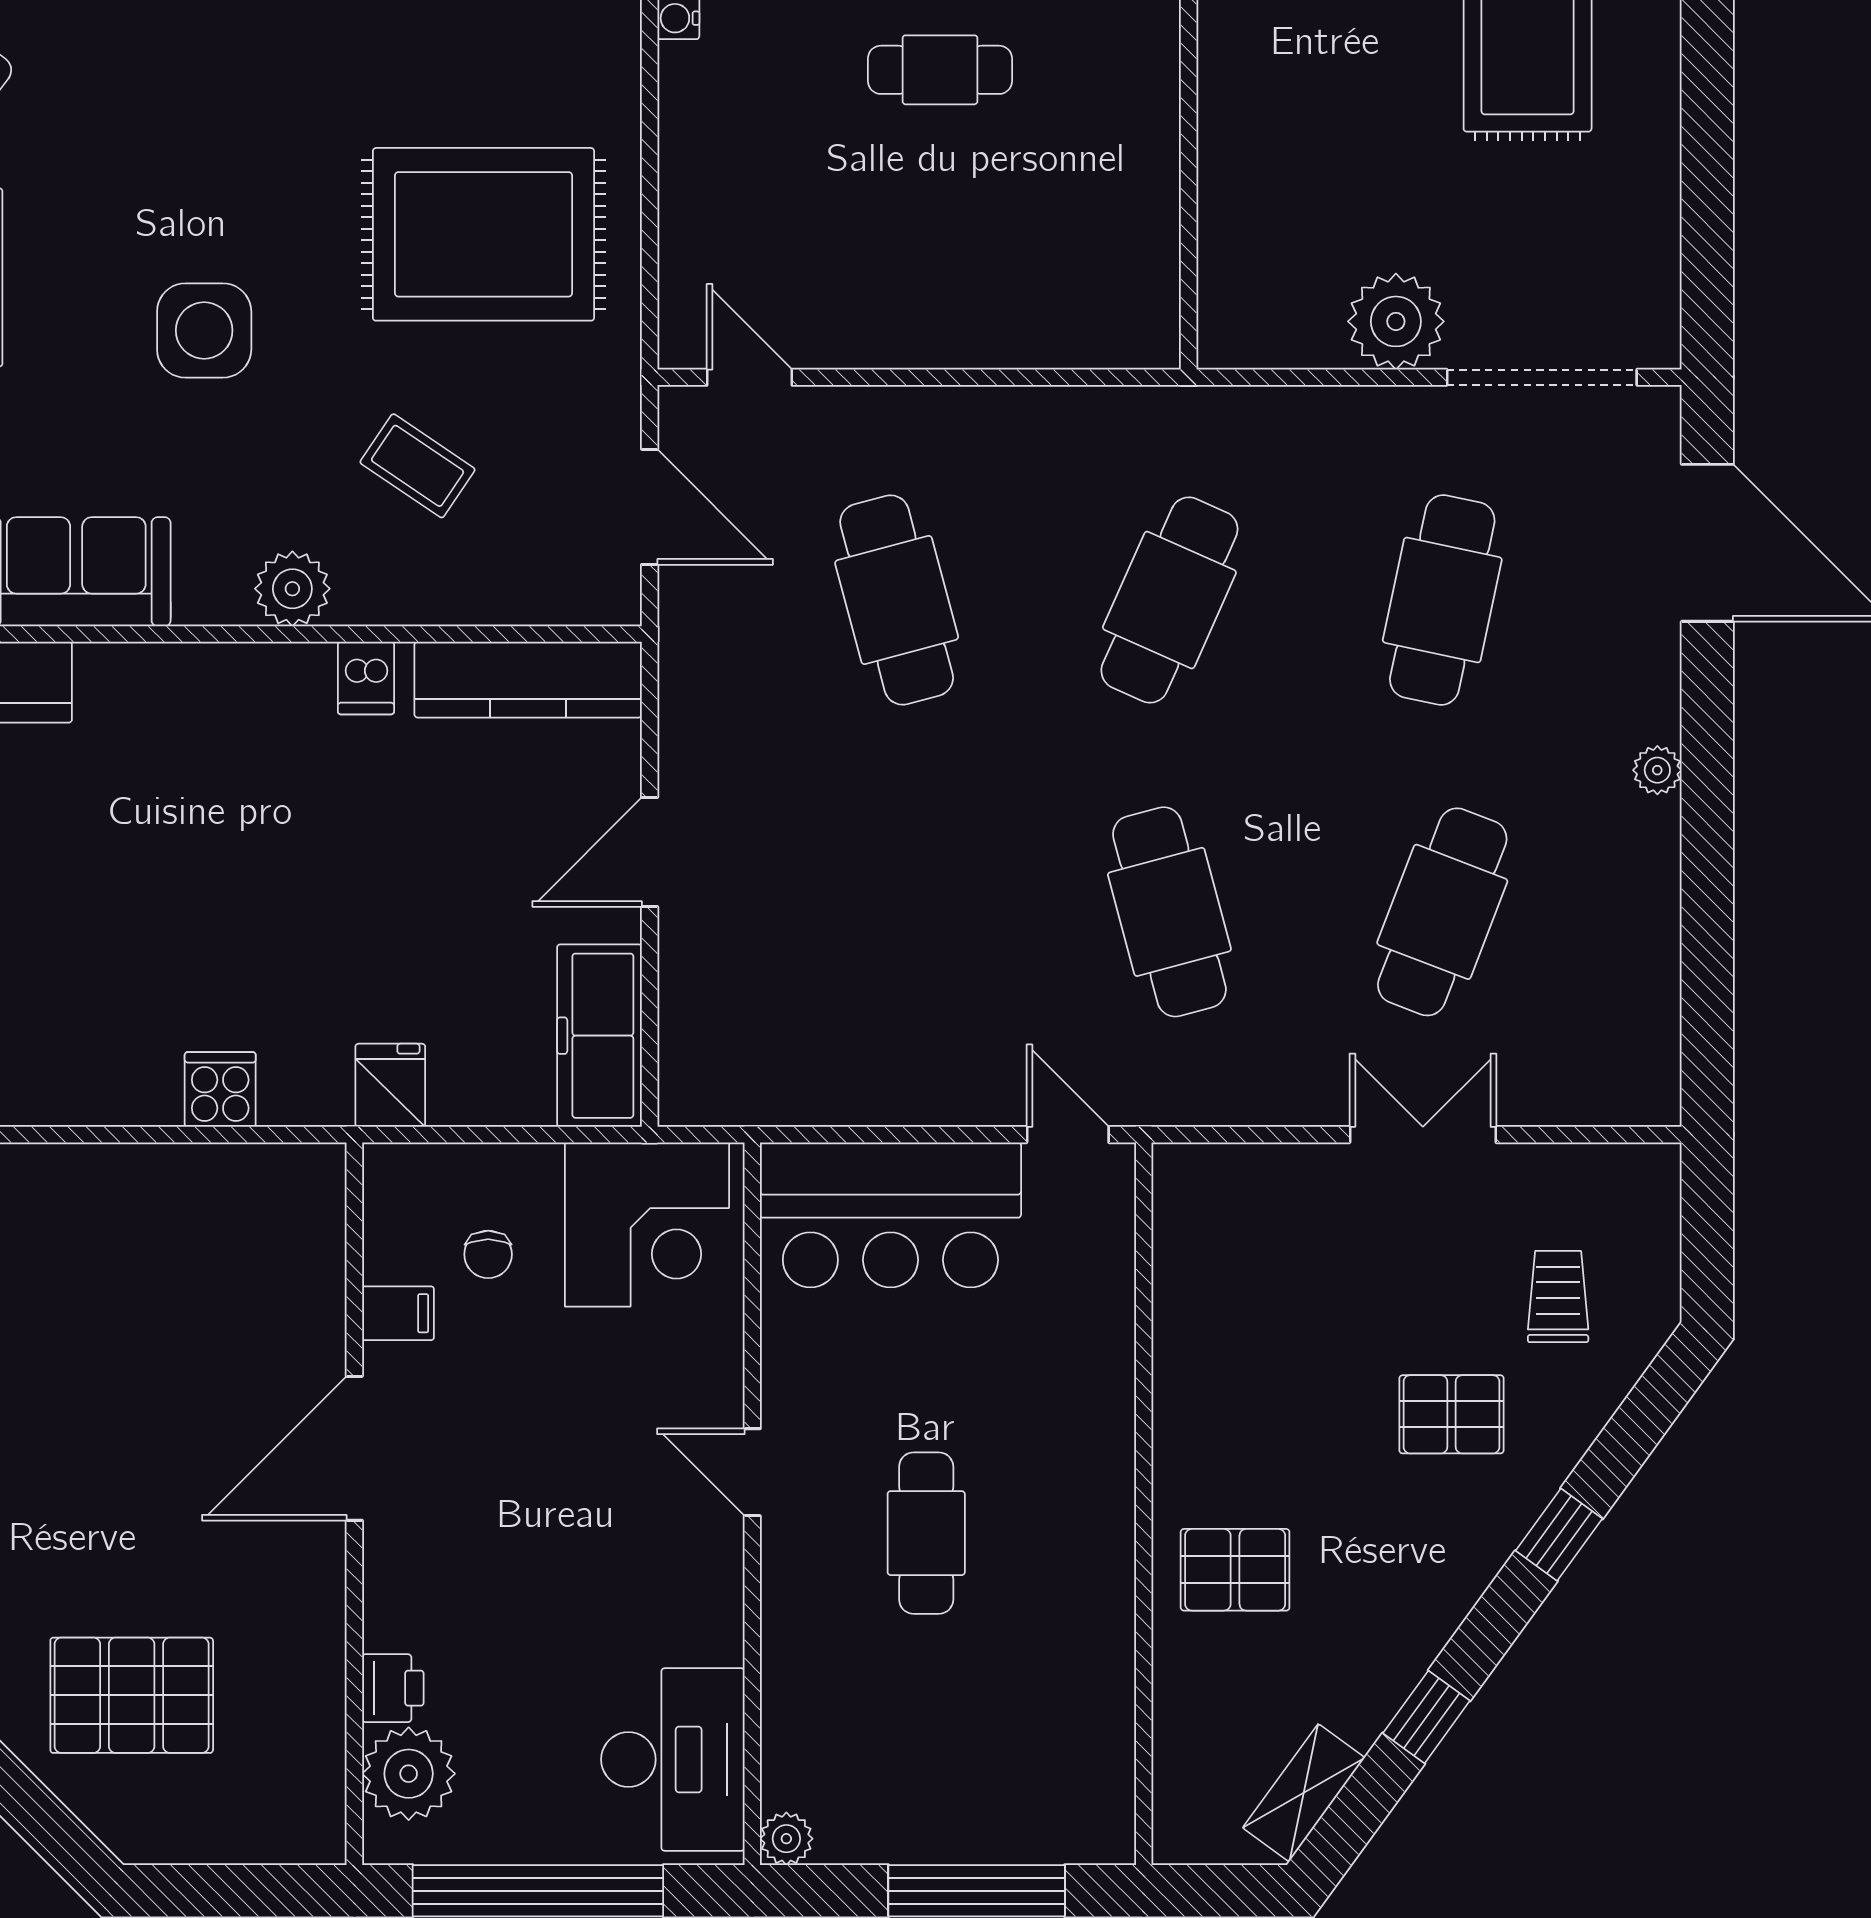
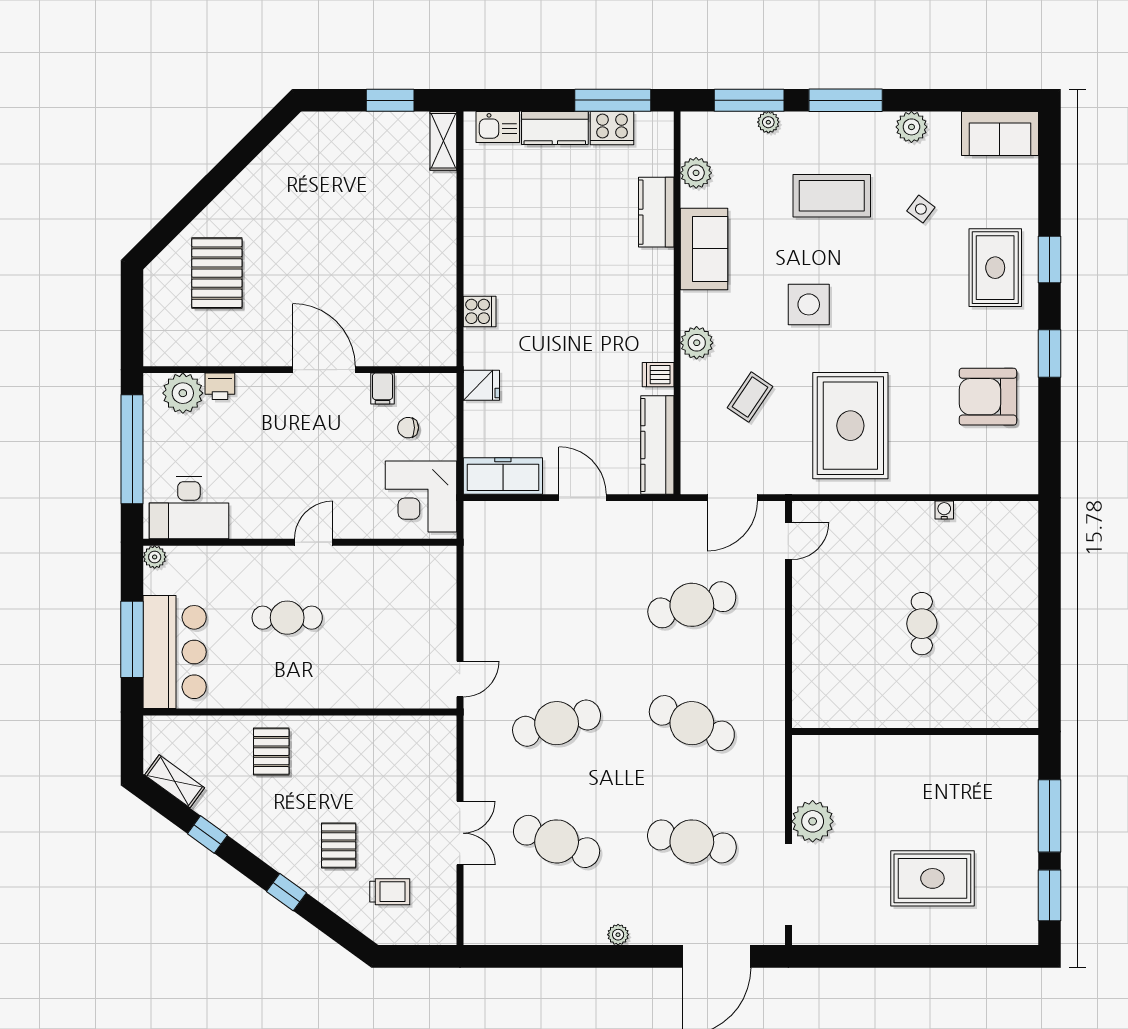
bar counter: (890, 1215) -> (175, 652), moved, turned 180

